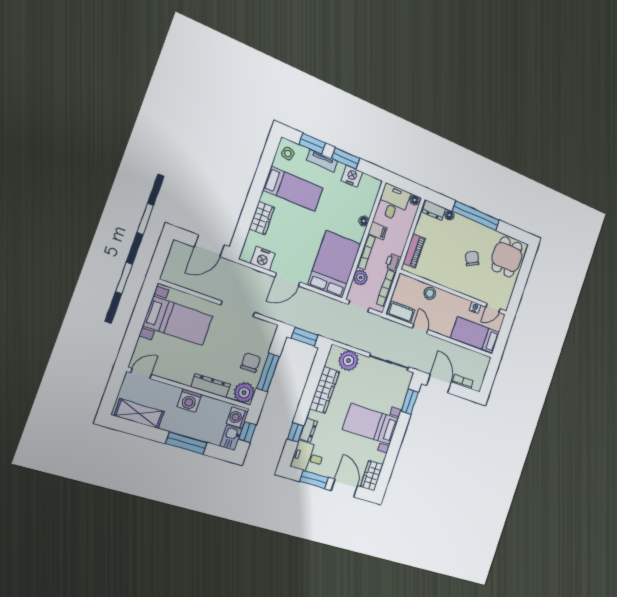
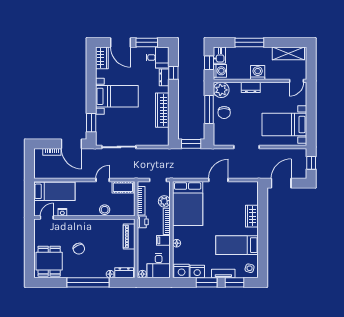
window: (160, 258) -> (311, 163), added
nightstand: (263, 259) -> (182, 271), moved, turned 180
door: (420, 329) -> (103, 180), swing flipped
plant: (348, 361) -> (152, 138), removed
dresser: (211, 386) -> (251, 87), width x0.70

